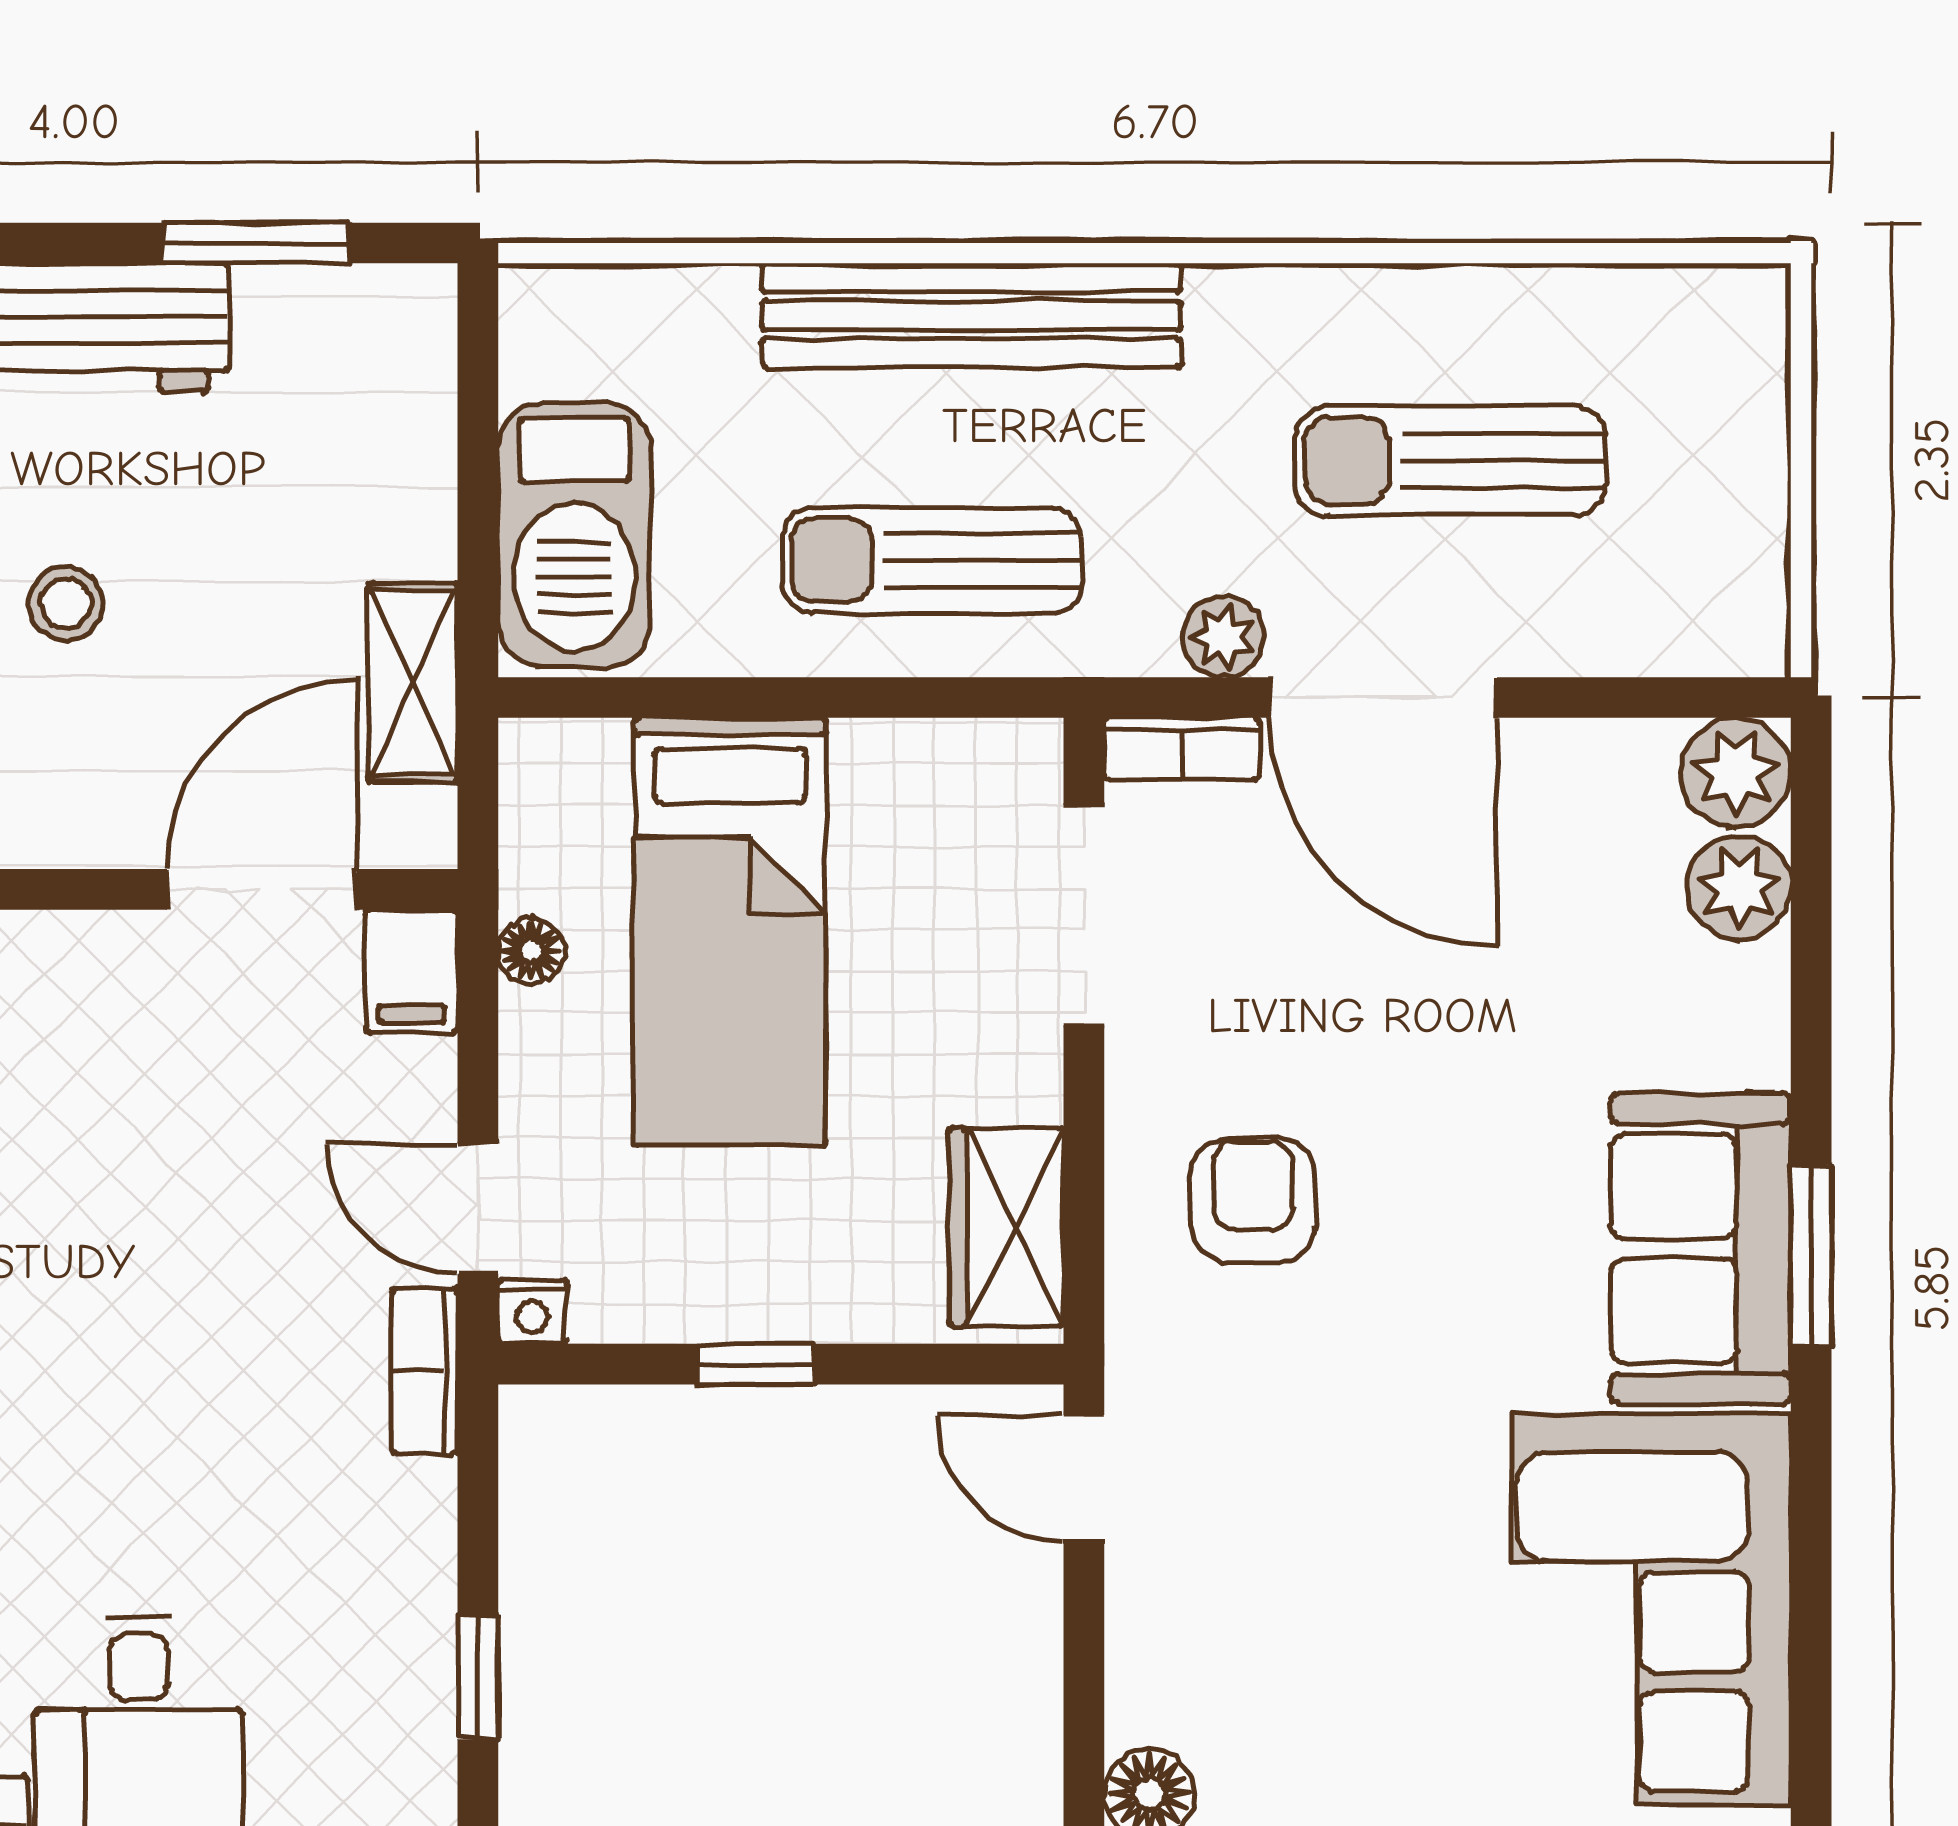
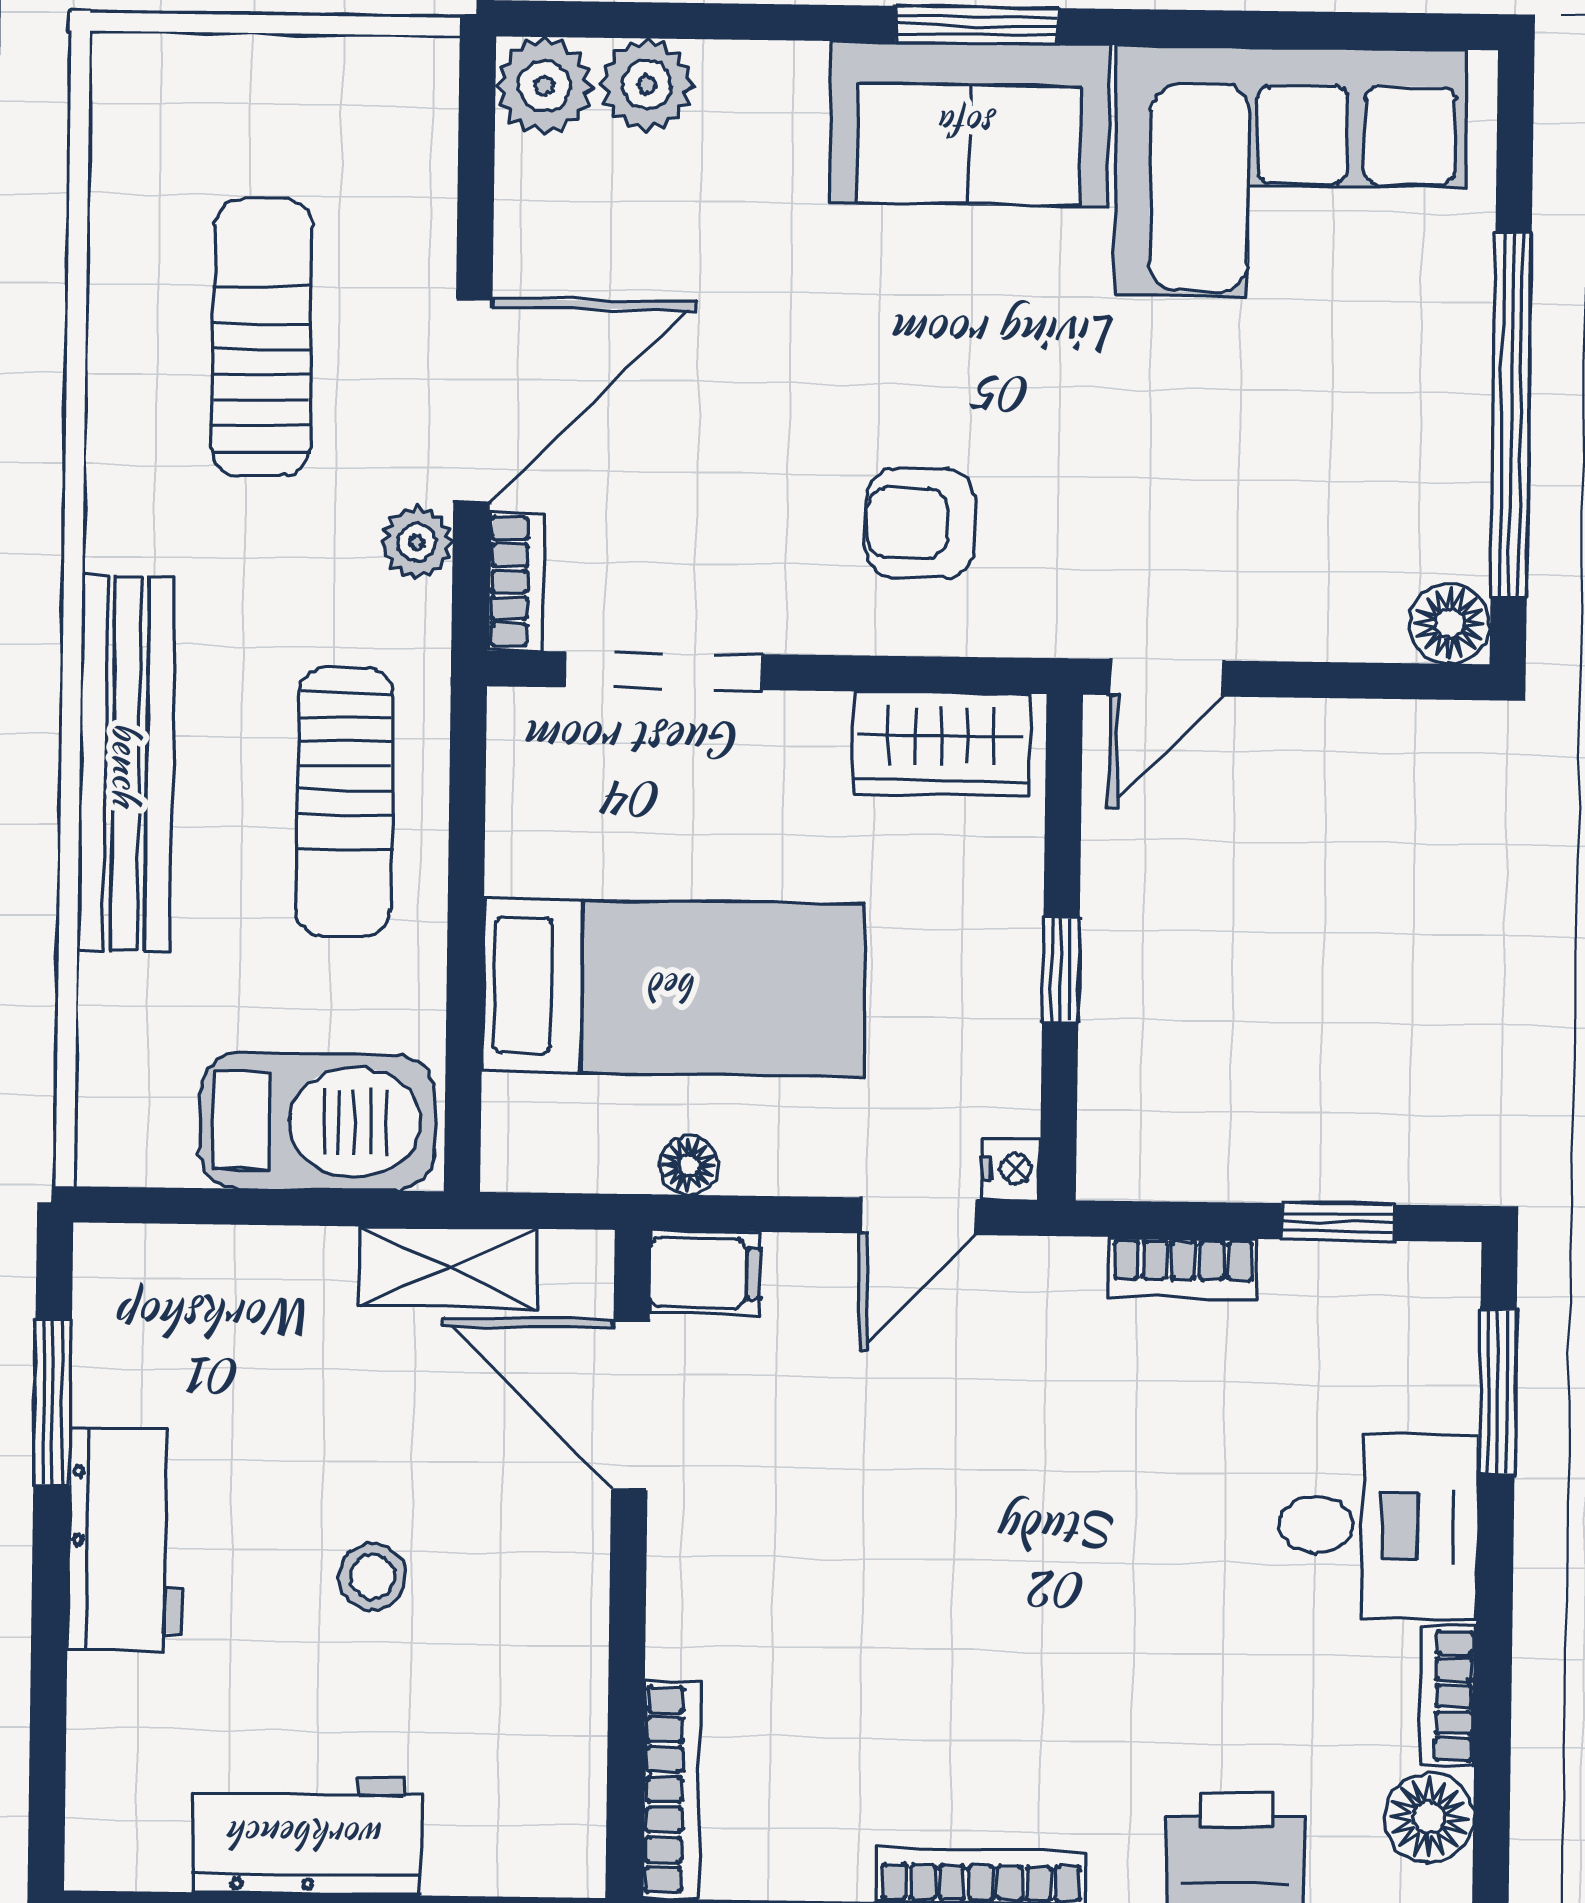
sun lounger: (1451, 461) -> (262, 337), turned 180
bookcase: (425, 1371) -> (1183, 1267), moved

